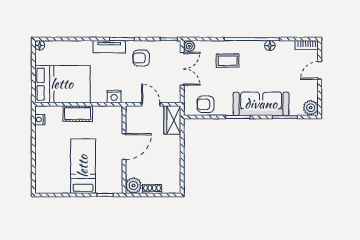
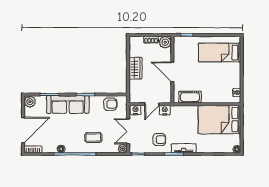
door: (320, 70) -> (23, 130), width x1.88
nightstand: (114, 97) -> (165, 110), moved
nightstand: (172, 97) -> (136, 110), added
door: (151, 104) -> (152, 104), hinge flipped
cot: (78, 114) -> (190, 97), moved
wardrobe: (172, 120) -> (135, 68), moved
door: (124, 147) -> (172, 72), hinge flipped
bed: (83, 166) -> (220, 52), moved, turned 90

